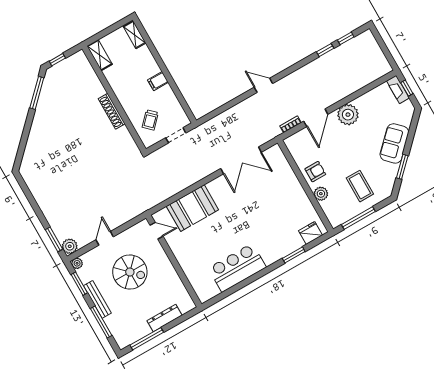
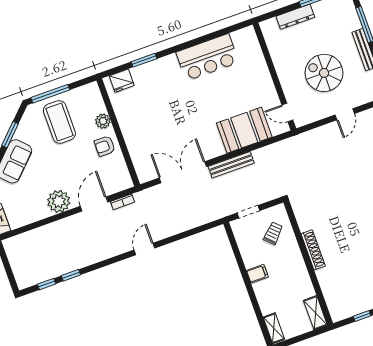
door: (263, 85) -> (144, 249), swing flipped
bench: (199, 175) -> (231, 165), added
coffee table: (360, 186) -> (59, 122), width x1.36, depth x1.32
window: (358, 218) -> (50, 94), moved

